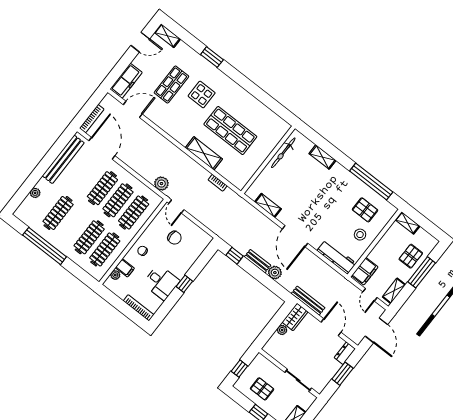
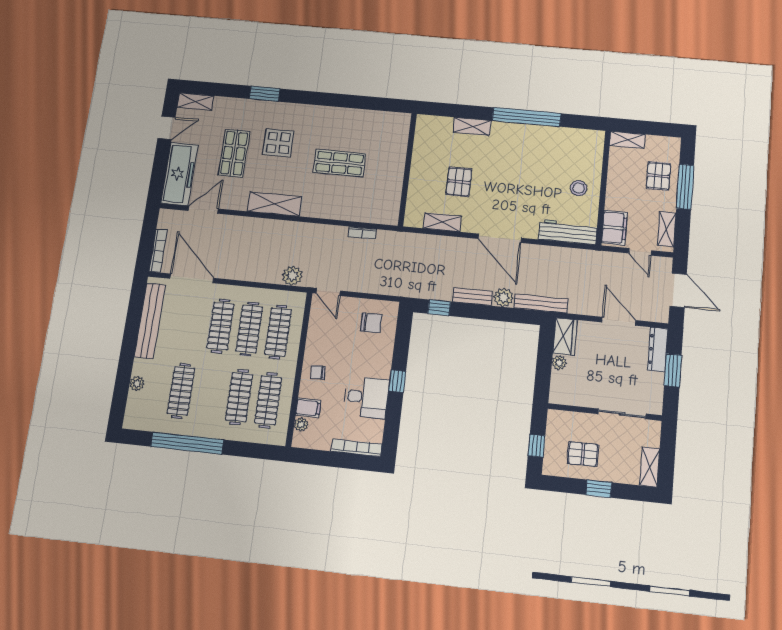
freezer: (126, 81) -> (179, 174), width x1.36, depth x1.26
shop shelf: (230, 131) -> (340, 163), width x0.70, depth x0.74
shelving: (204, 153) -> (275, 204), moved
bicycle: (283, 153) -> (421, 150), removed
window: (371, 182) -> (526, 117), moved
pallet: (365, 210) -> (459, 182), moved, turned 90
chair: (174, 238) -> (371, 323), moved
bench: (308, 301) -> (541, 304), moved
dresser: (345, 353) -> (658, 349), width x1.44

